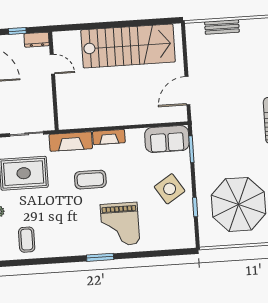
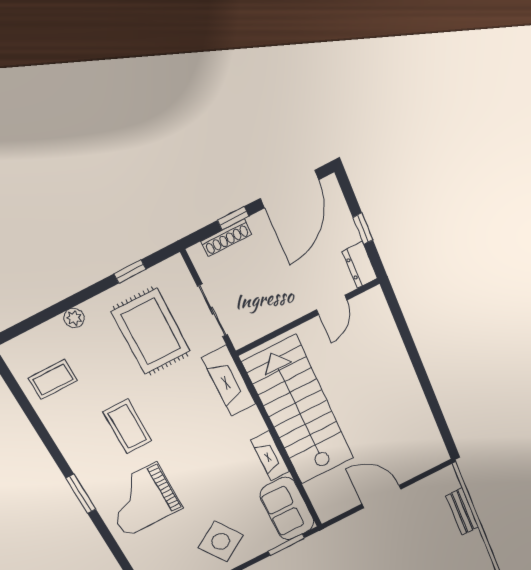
stairs: (128, 46) -> (299, 411), moved, turned 180
door: (187, 91) -> (381, 497), moved
fireplace: (109, 137) -> (270, 456), moved
coffee table: (90, 180) -> (127, 426), moved

